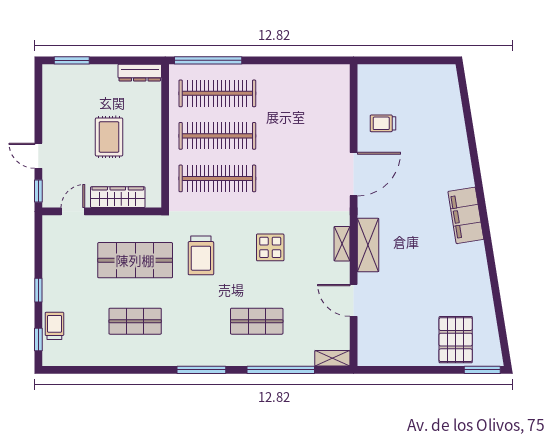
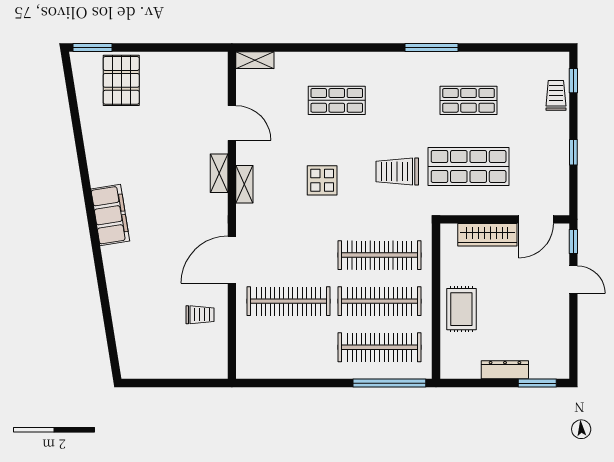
dresser: (140, 73) -> (505, 370), moved
clothes rail: (301, 136) -> (288, 301), added
rug: (109, 137) -> (461, 309), moved
door: (73, 211) -> (536, 219), width x1.38
shelving: (368, 245) -> (219, 173), width x0.67, depth x0.75
trolley: (201, 255) -> (397, 172), turned -90
window: (38, 290) -> (573, 152), moved
trolley: (54, 326) -> (556, 95), turned 180
window: (201, 370) -> (432, 48), moved
window: (281, 370) -> (311, 48), removed

